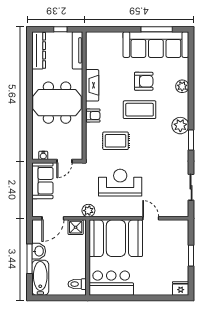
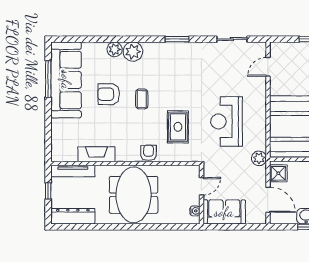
armchair: (144, 81) -> (109, 94), turned -90
fireplace: (92, 85) -> (96, 154), moved
coffee table: (140, 110) -> (142, 99), width x0.54, depth x0.58
plant: (180, 126) -> (133, 52), moved
door: (64, 161) -> (202, 186), hinge flipped
door: (151, 218) -> (268, 67), moved

